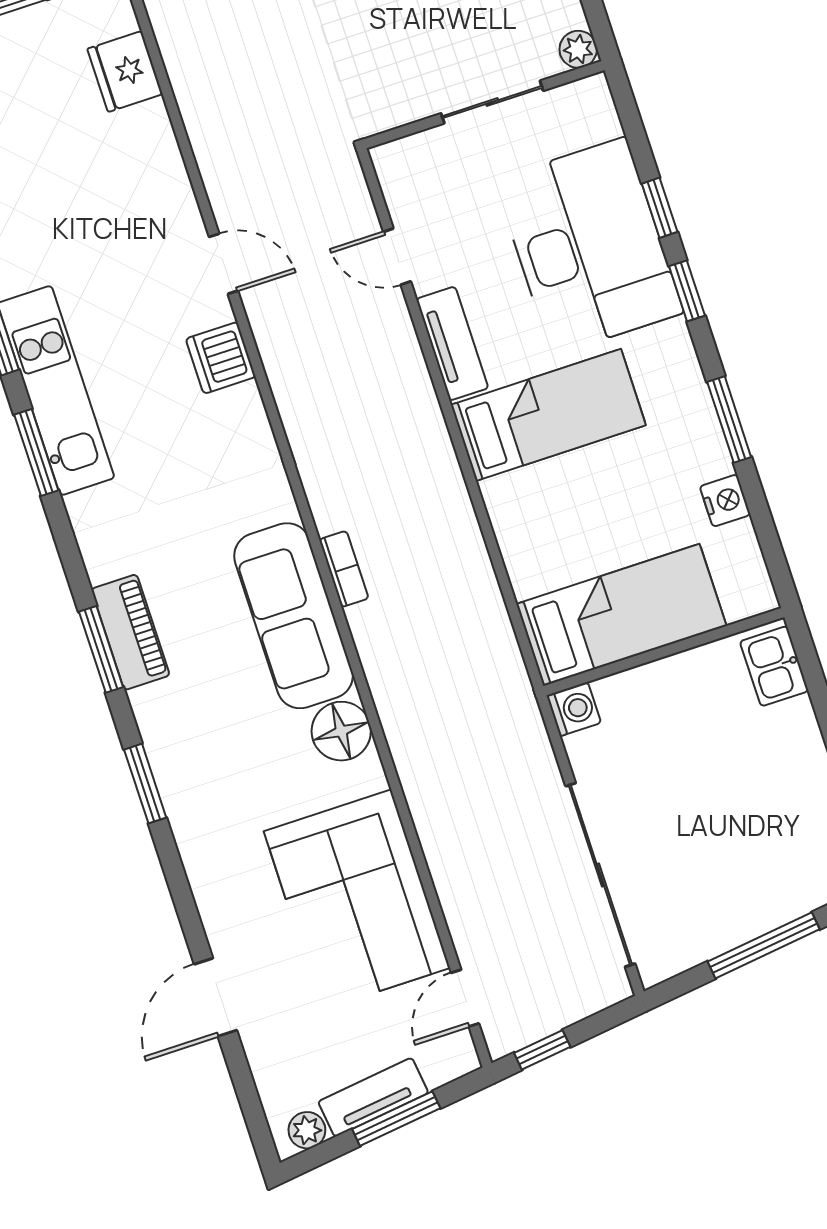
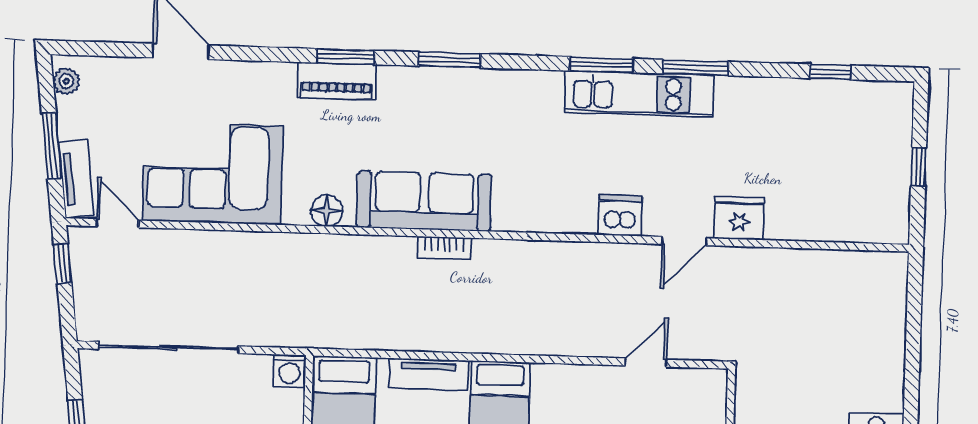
fridge: (125, 71) -> (739, 218), moved
tv unit: (452, 344) -> (429, 374), moved
piano: (130, 632) -> (337, 81), moved
floor lamp: (341, 731) -> (327, 211), width x0.73, depth x0.73
tv unit: (373, 1097) -> (76, 178), moved

